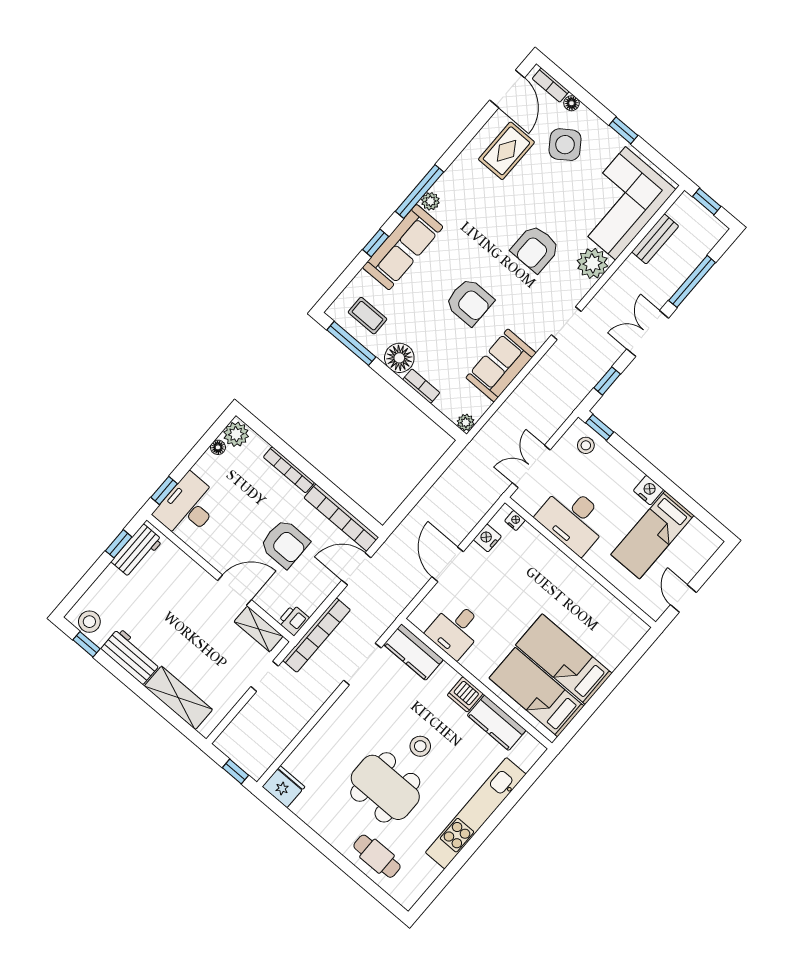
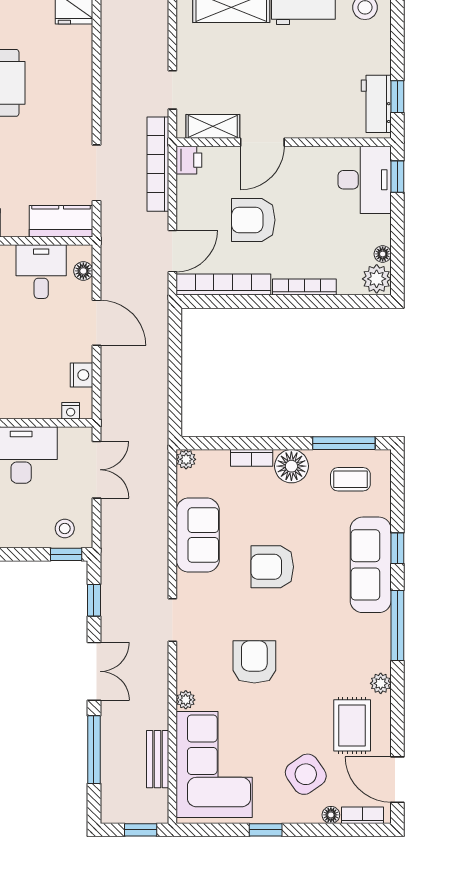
plant: (430, 201) -> (381, 683), moved
plant: (592, 263) -> (186, 700), width x0.53, depth x0.53
floor lamp: (427, 606) -> (83, 271), added

